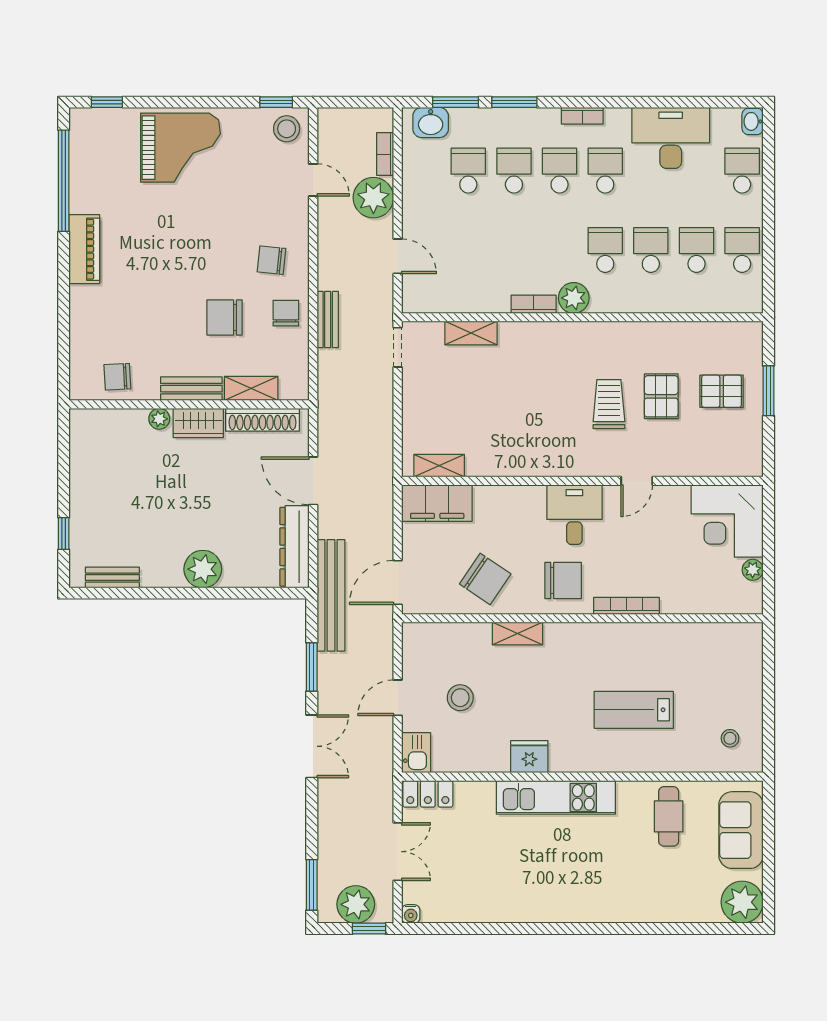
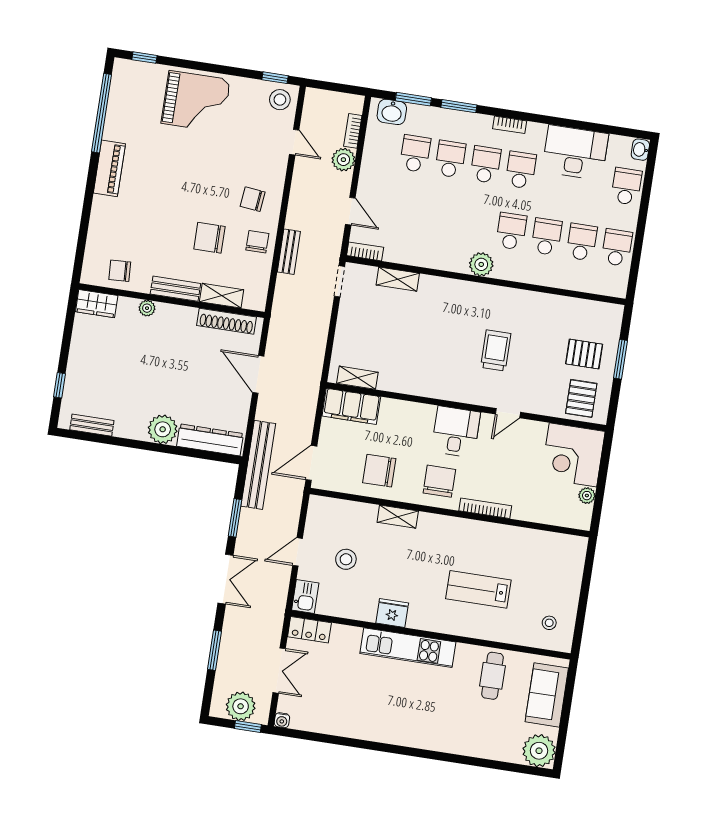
plant: (373, 198) -> (343, 160), width x0.73, depth x0.73
bookcase: (534, 304) -> (365, 251), moved
pallet: (661, 396) -> (581, 398), moved
wardrobe: (198, 423) -> (97, 304), moved
dresser: (294, 547) -> (210, 440), moved, turned 90
chair: (485, 579) -> (379, 471), turned 146
chair: (563, 581) -> (439, 481), turned -90
window: (312, 885) -> (215, 650), moved

